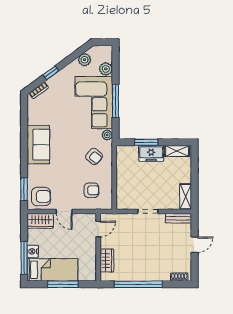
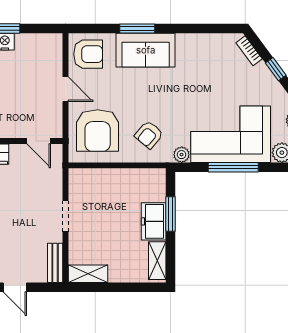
sofa: (38, 145) -> (146, 50), moved
window: (24, 189) -> (137, 28), moved
armchair: (91, 190) -> (98, 131), width x1.88, depth x1.88
armchair: (41, 196) -> (88, 54), turned -90
door: (64, 211) -> (65, 89), swing flipped
wardrobe: (40, 221) -> (51, 53), removed

